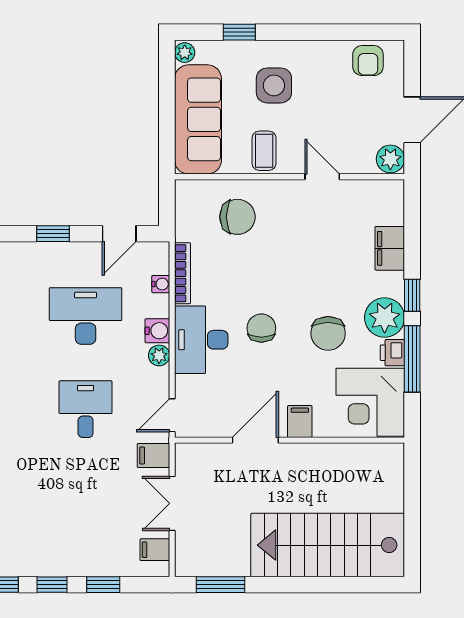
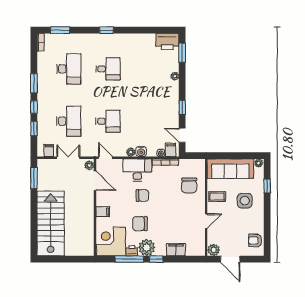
desk: (86, 316) -> (69, 121), moved
door: (255, 440) -> (95, 181), moved
plant: (190, 454) -> (89, 165), added
filing cabinet: (153, 456) -> (171, 150), moved

